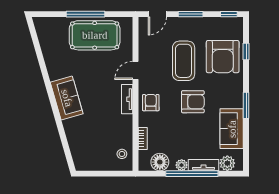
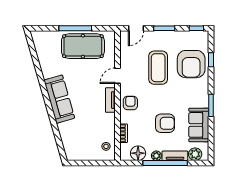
sofa: (67, 98) -> (59, 99), width x1.36
armchair: (193, 102) -> (165, 123), moved

